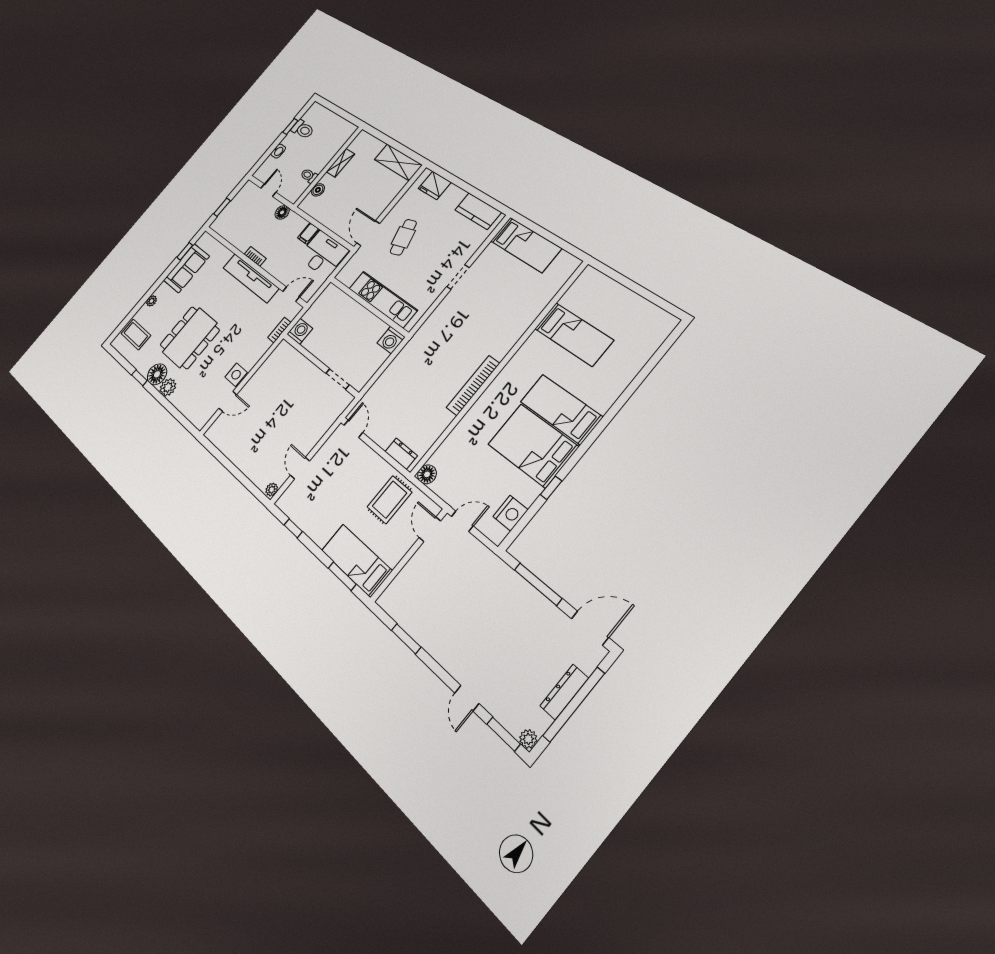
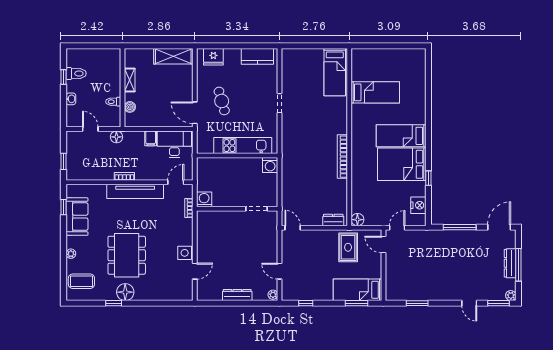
bed: (526, 245) -> (335, 72), moved, turned 90
plant: (168, 387) -> (142, 293), removed
dresser: (241, 460) -> (237, 295), added
window: (574, 705) -> (518, 265), width x0.68

